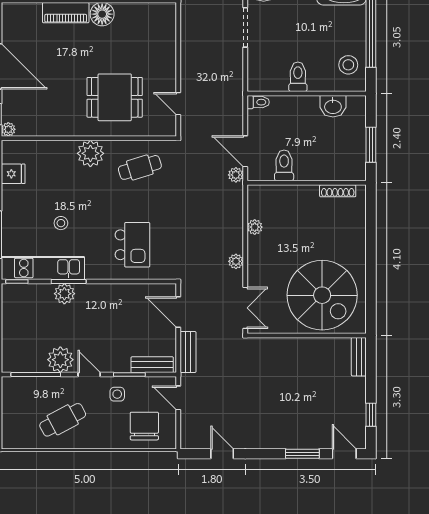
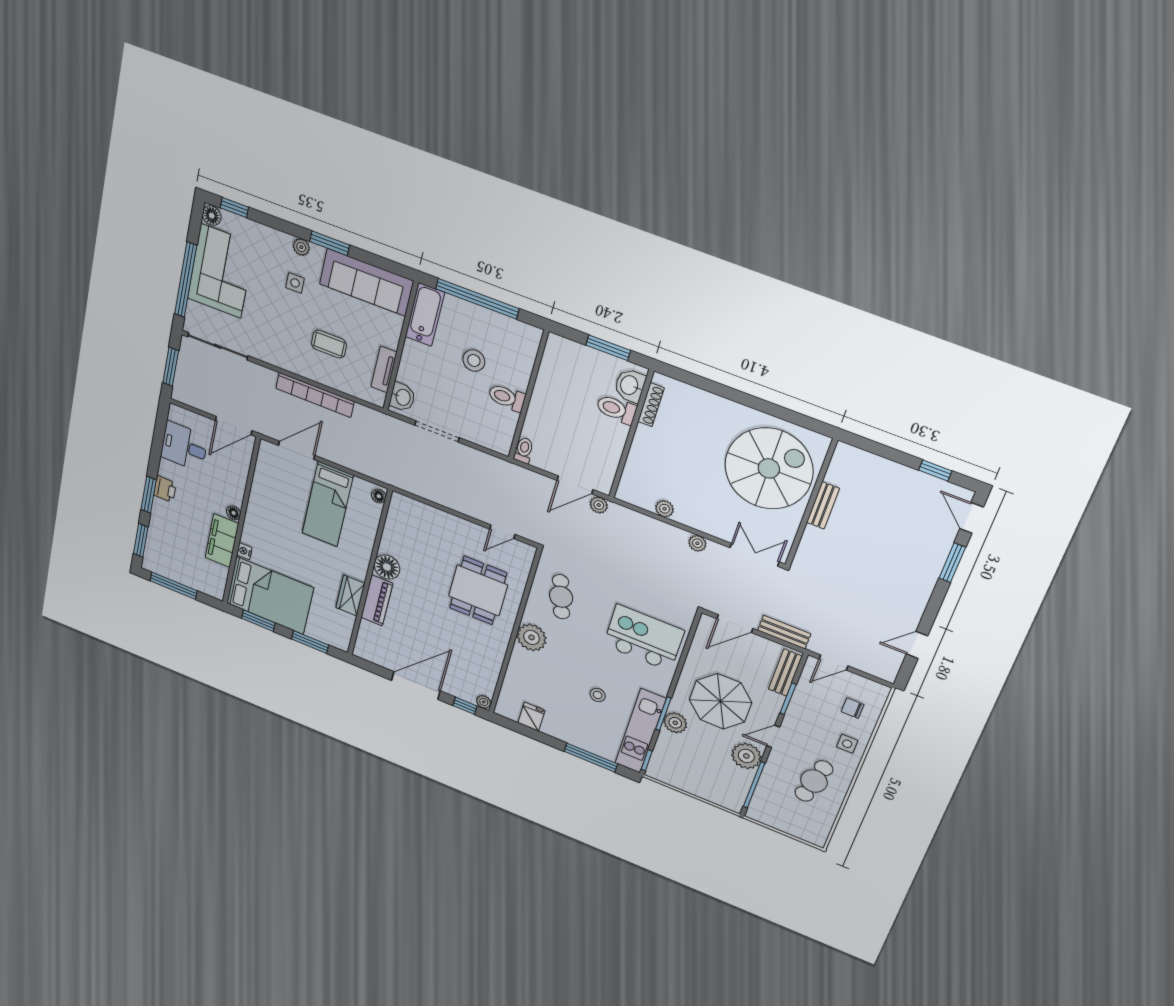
stool: (348, 65) -> (474, 360), moved
washbasin: (333, 106) -> (630, 385), moved, turned 180
toilet: (284, 165) -> (616, 409), moved
kitchen island: (132, 245) -> (644, 638), width x1.37, depth x1.28
parasol: (102, 323) -> (720, 701), added
bench: (359, 357) -> (823, 505), moved, turned 90
side table: (117, 394) -> (847, 744), moved
cafe table: (63, 420) -> (814, 781), turned 40
chair: (144, 426) -> (853, 708), width x0.54, depth x0.54
door: (344, 454) -> (972, 518), hinge flipped

